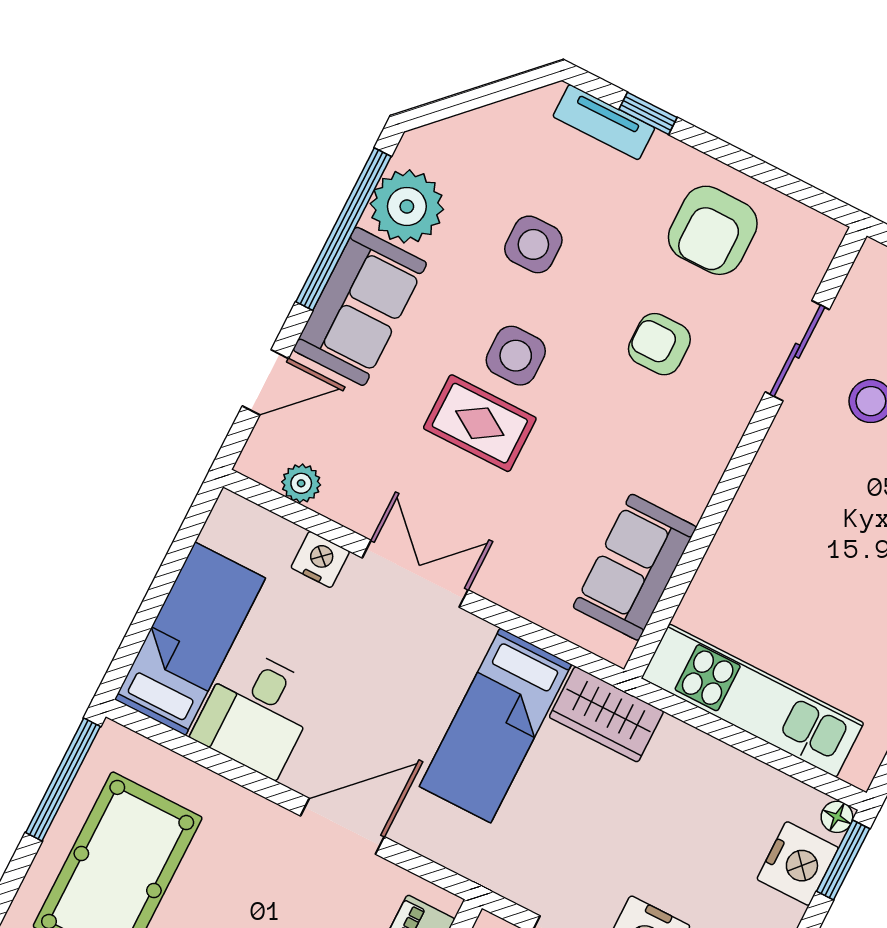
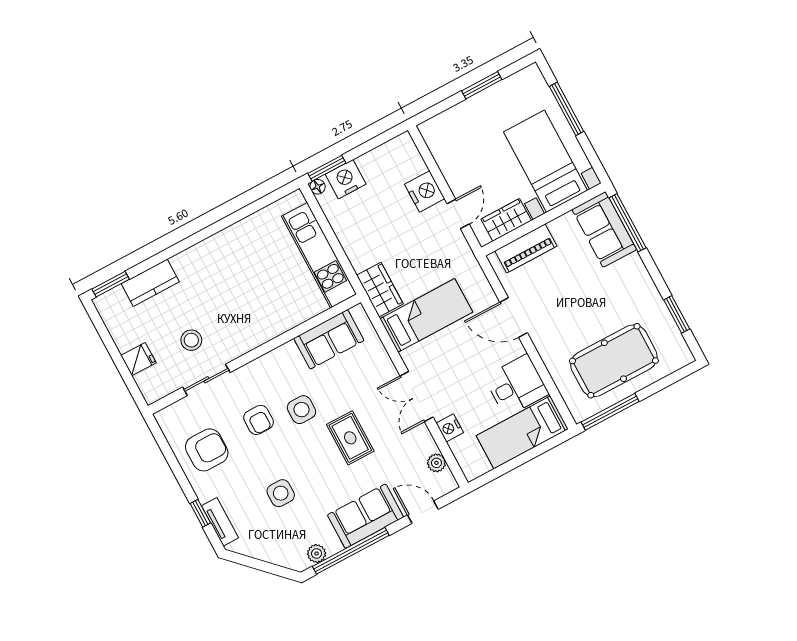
plant: (407, 206) -> (317, 554), width x0.53, depth x0.53
side table: (516, 356) -> (302, 410), moved

